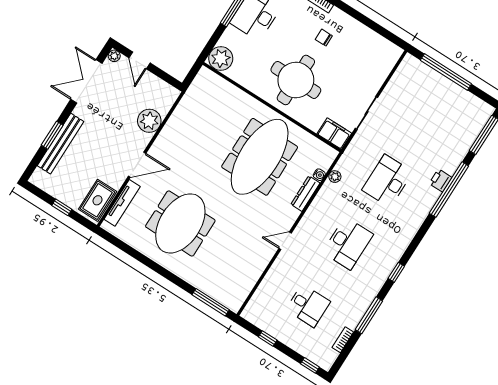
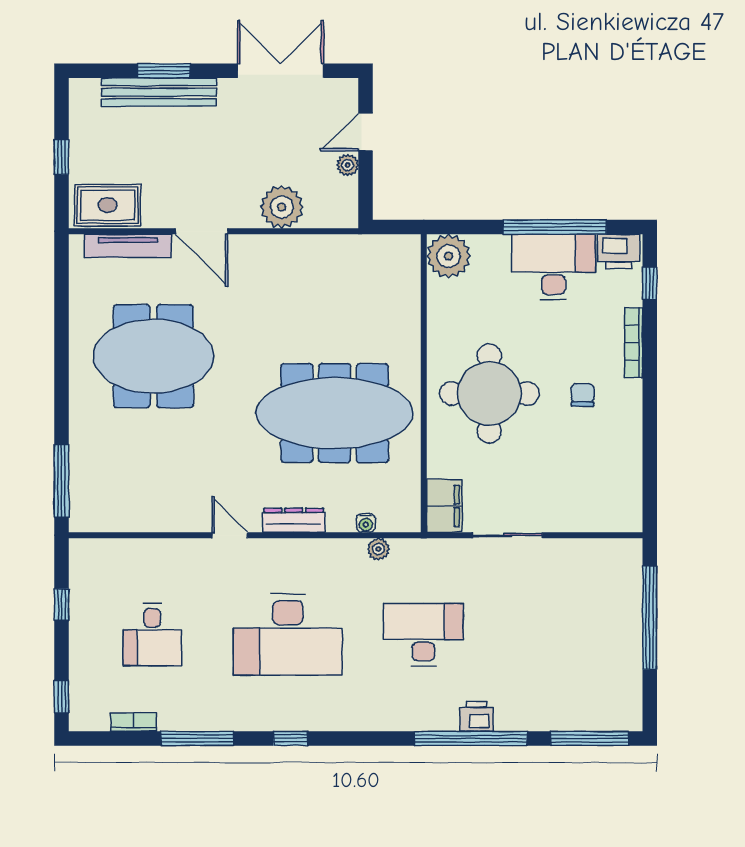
plant: (114, 56) -> (348, 165), moved
dresser: (305, 194) -> (294, 520), moved
desk: (348, 243) -> (288, 635), width x1.36, depth x1.30

